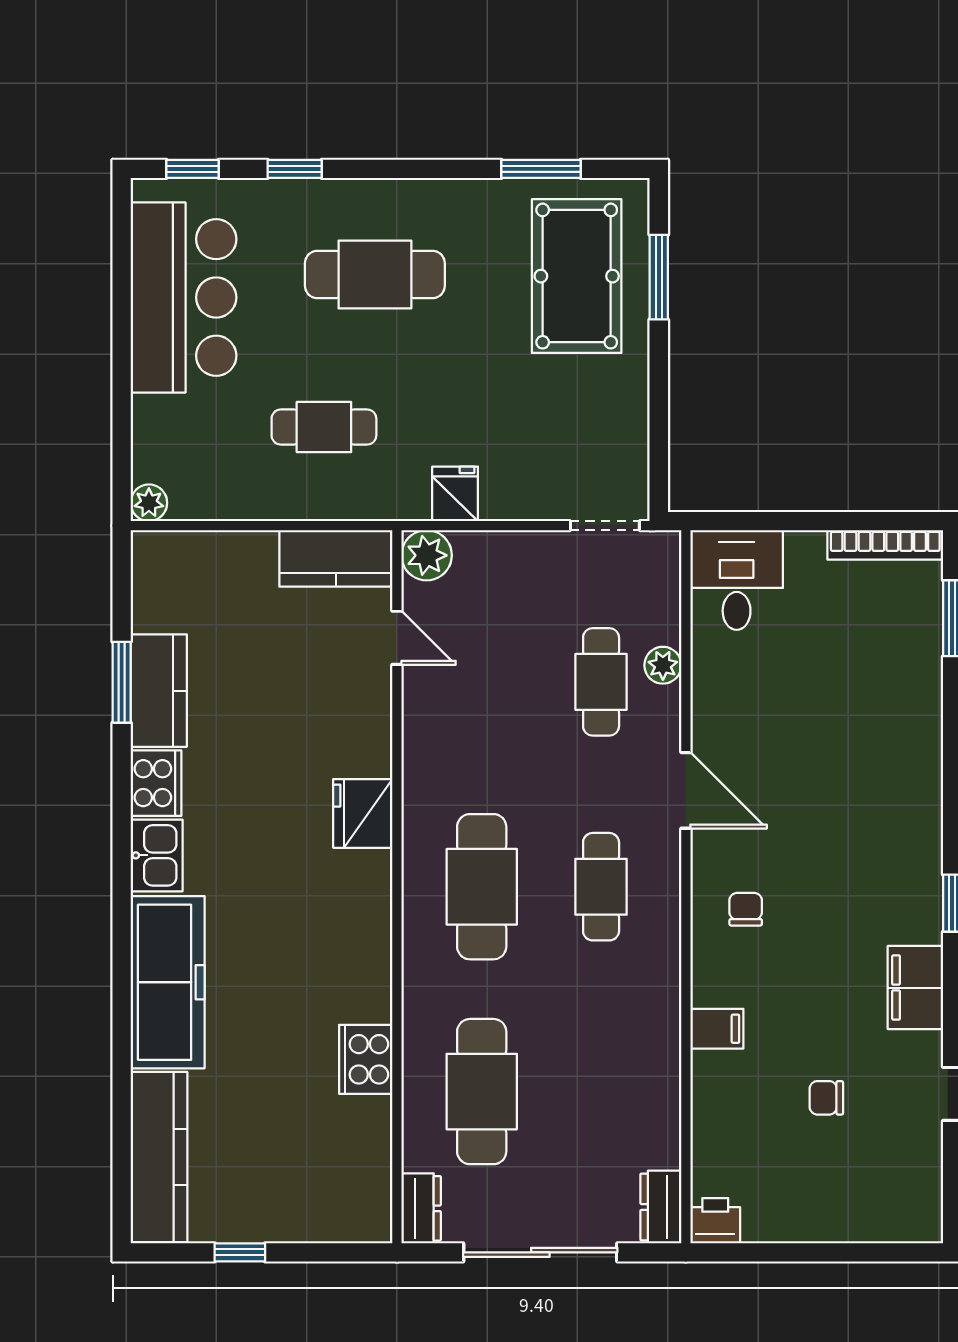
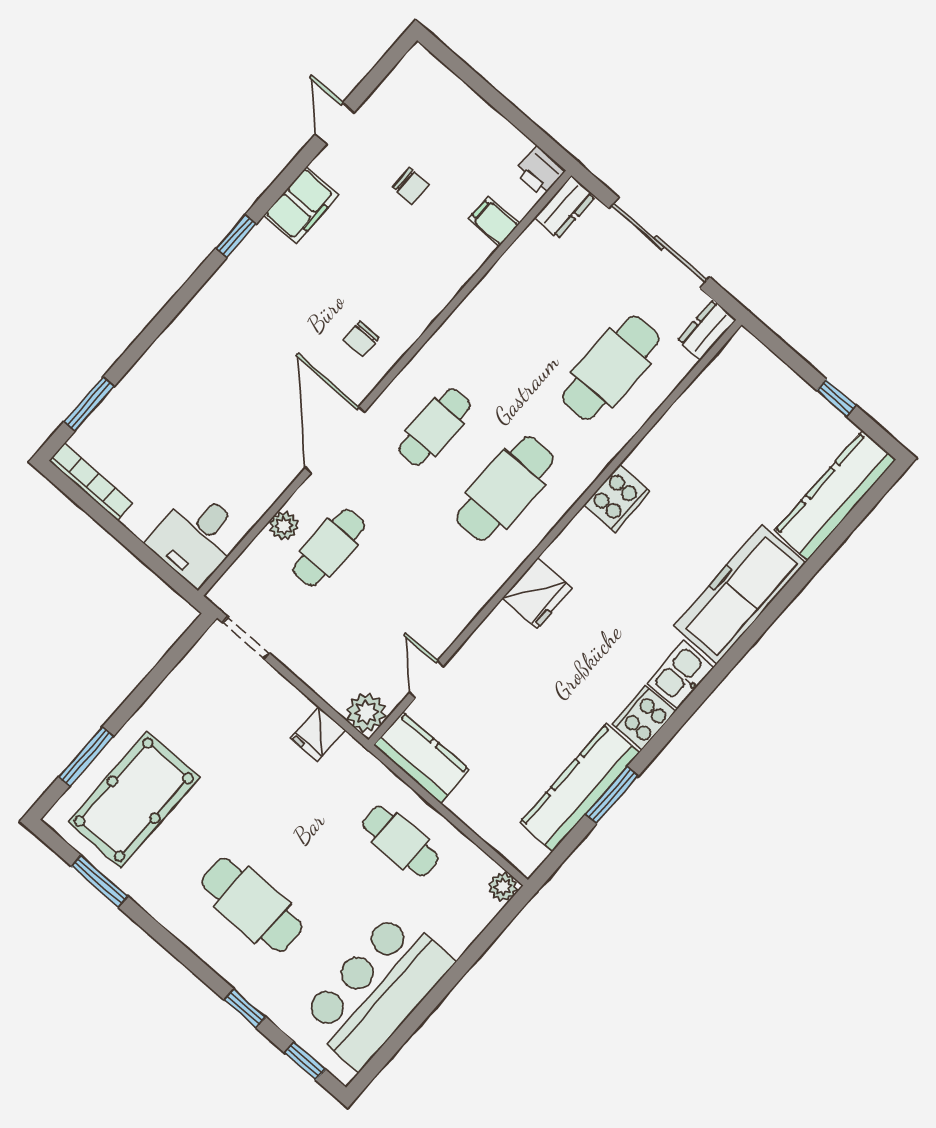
cafe table: (324, 427) -> (400, 841), moved
kitchen counter: (159, 691) -> (580, 788), width x1.50
door: (686, 790) -> (335, 440), width x1.36
filing cabinet: (717, 1029) -> (494, 221), moved
cooker: (366, 1059) -> (617, 498), moved

